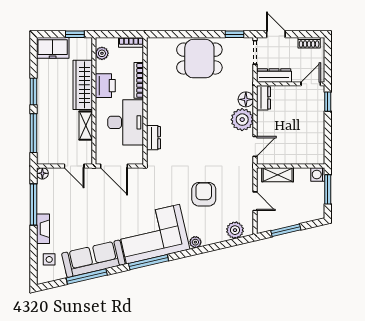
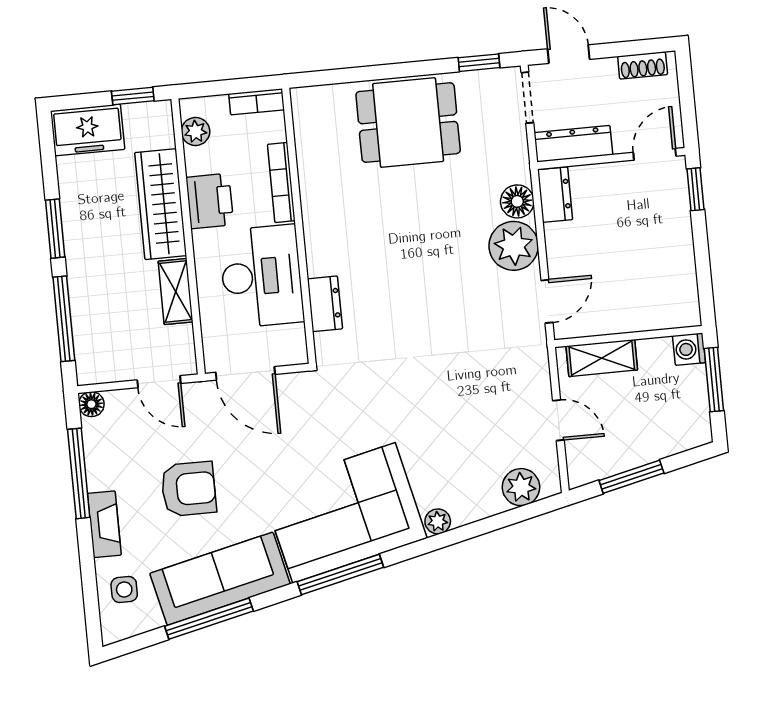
armchair: (204, 194) -> (189, 489), moved, turned 90

